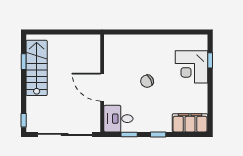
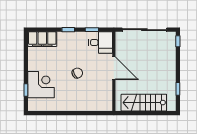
stairs: (37, 68) -> (144, 103), moved, turned 90

